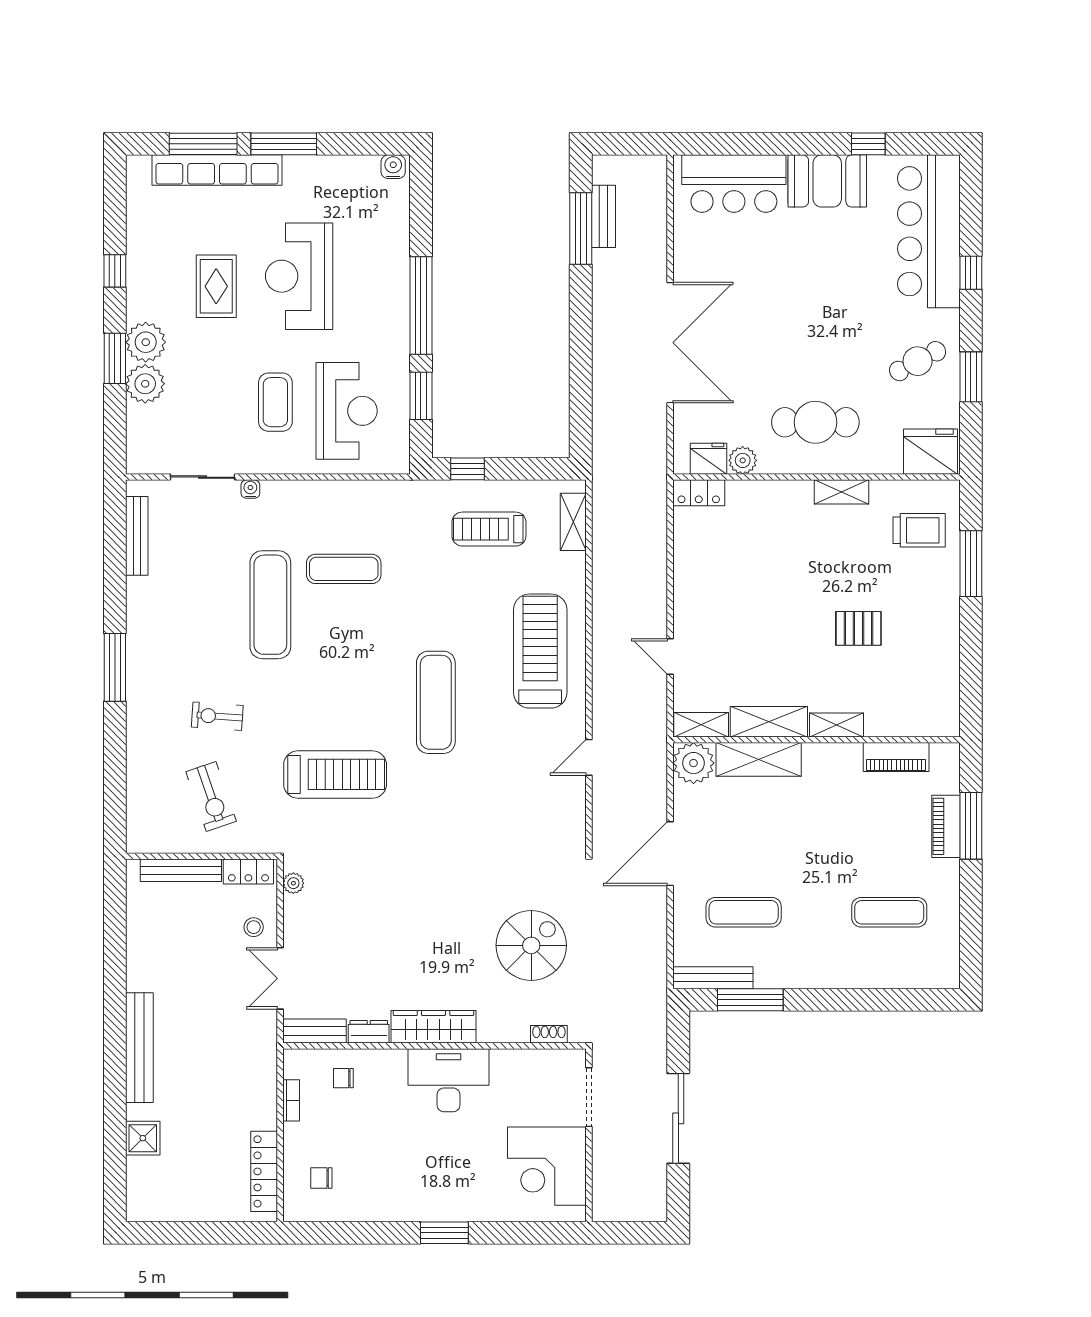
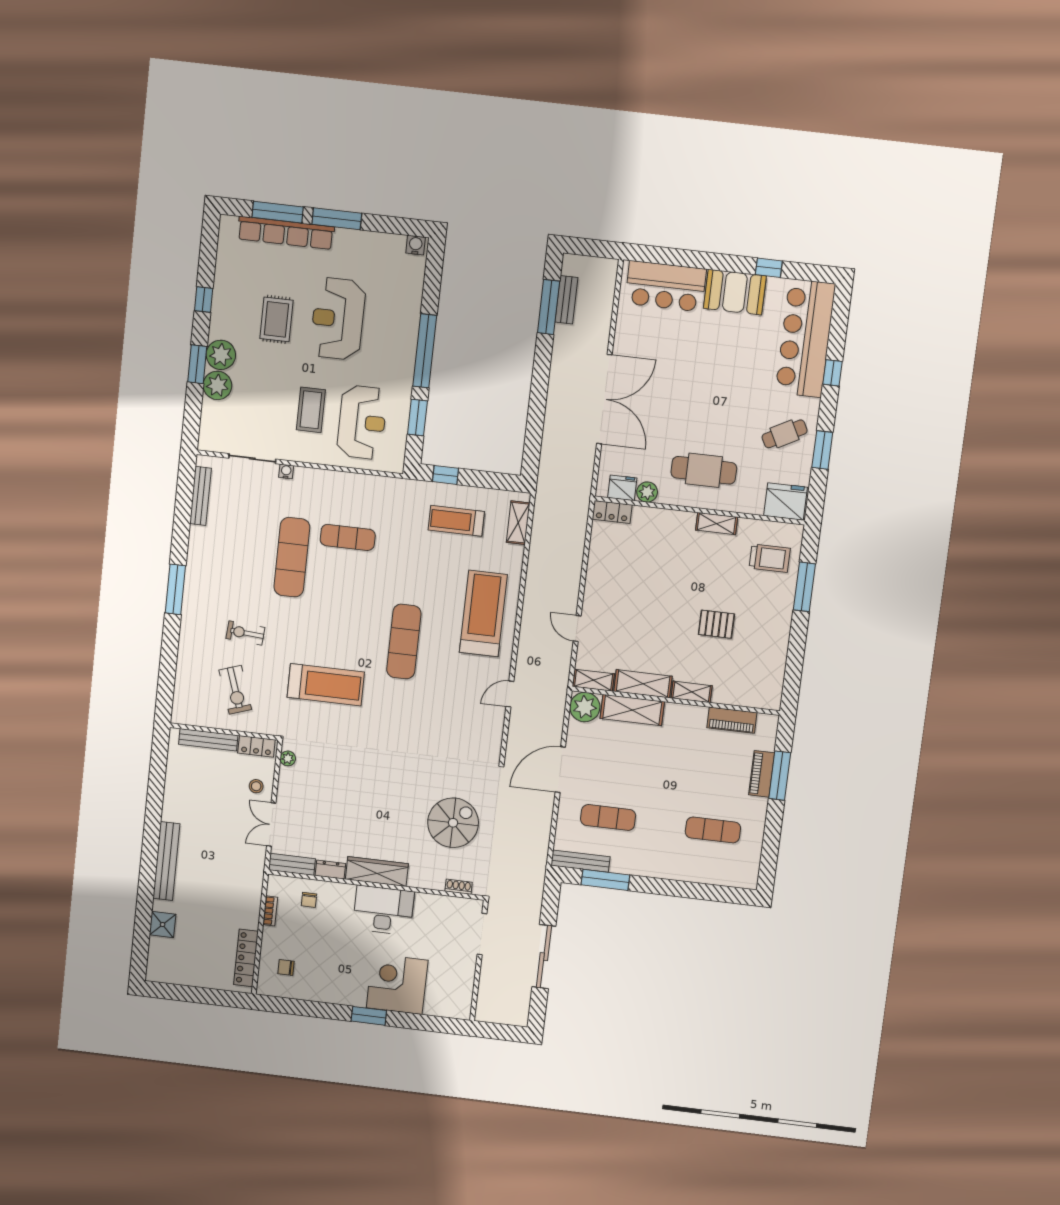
chair: (343, 1078) -> (309, 900), turned -90
corner desk: (547, 1166) -> (397, 984), moved, turned 90

